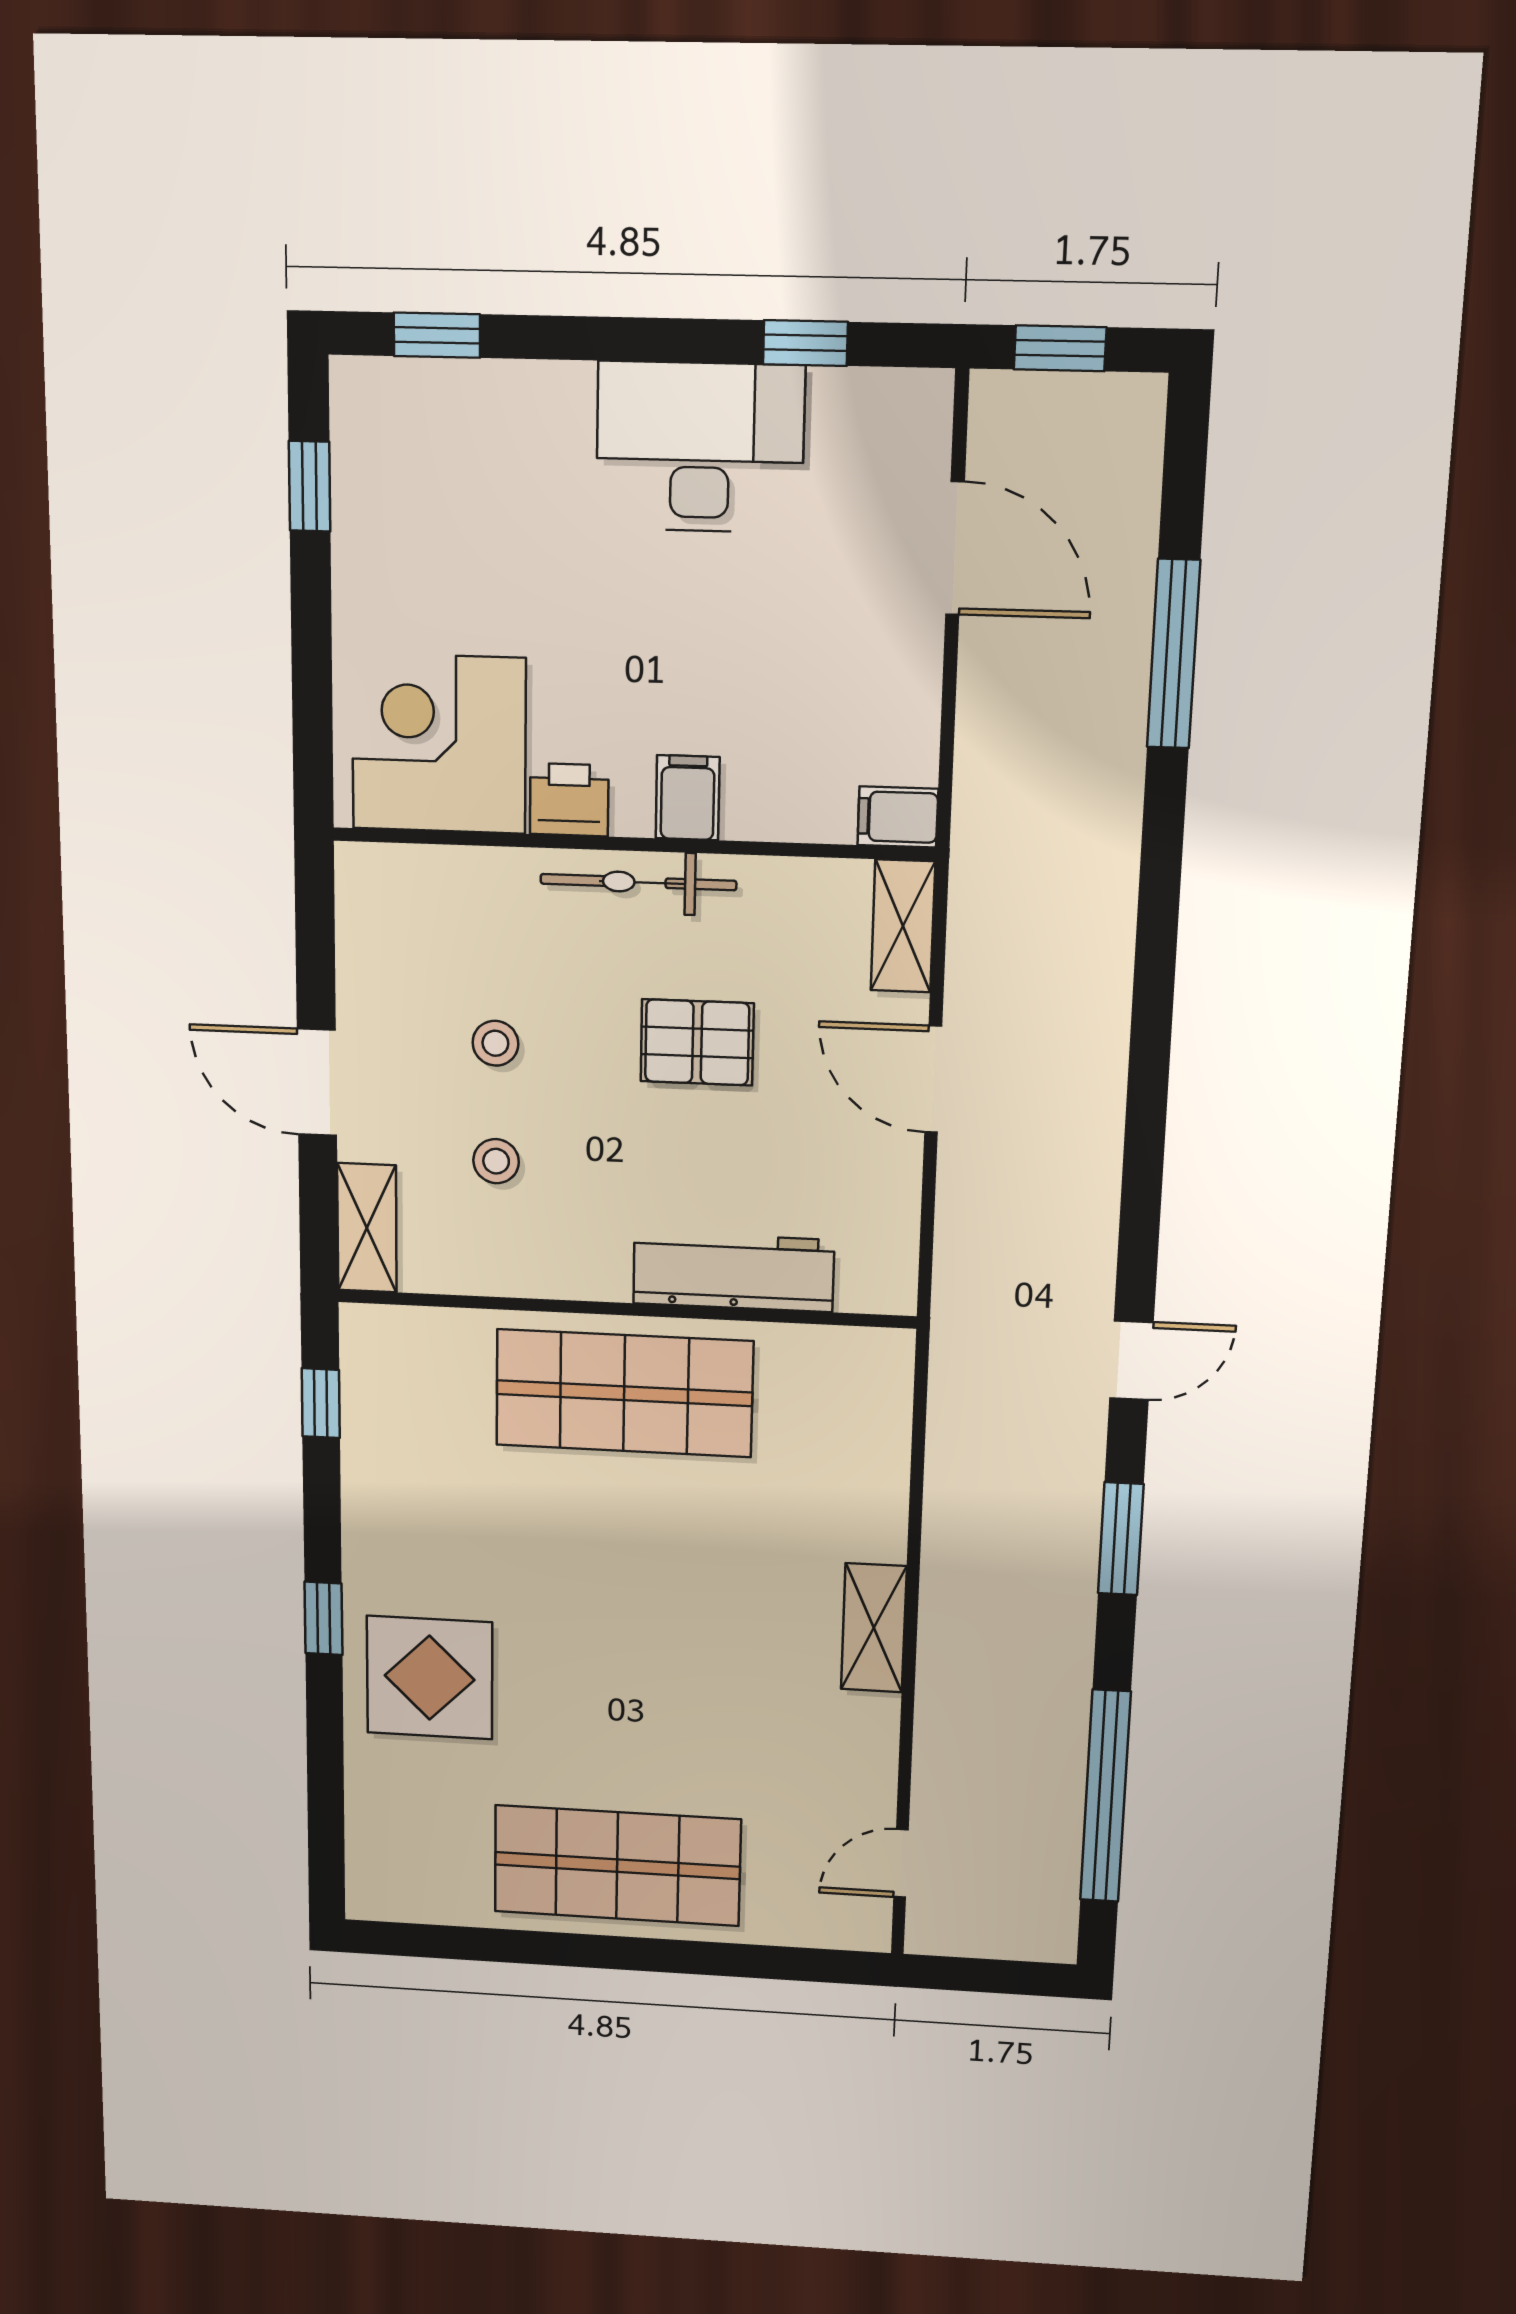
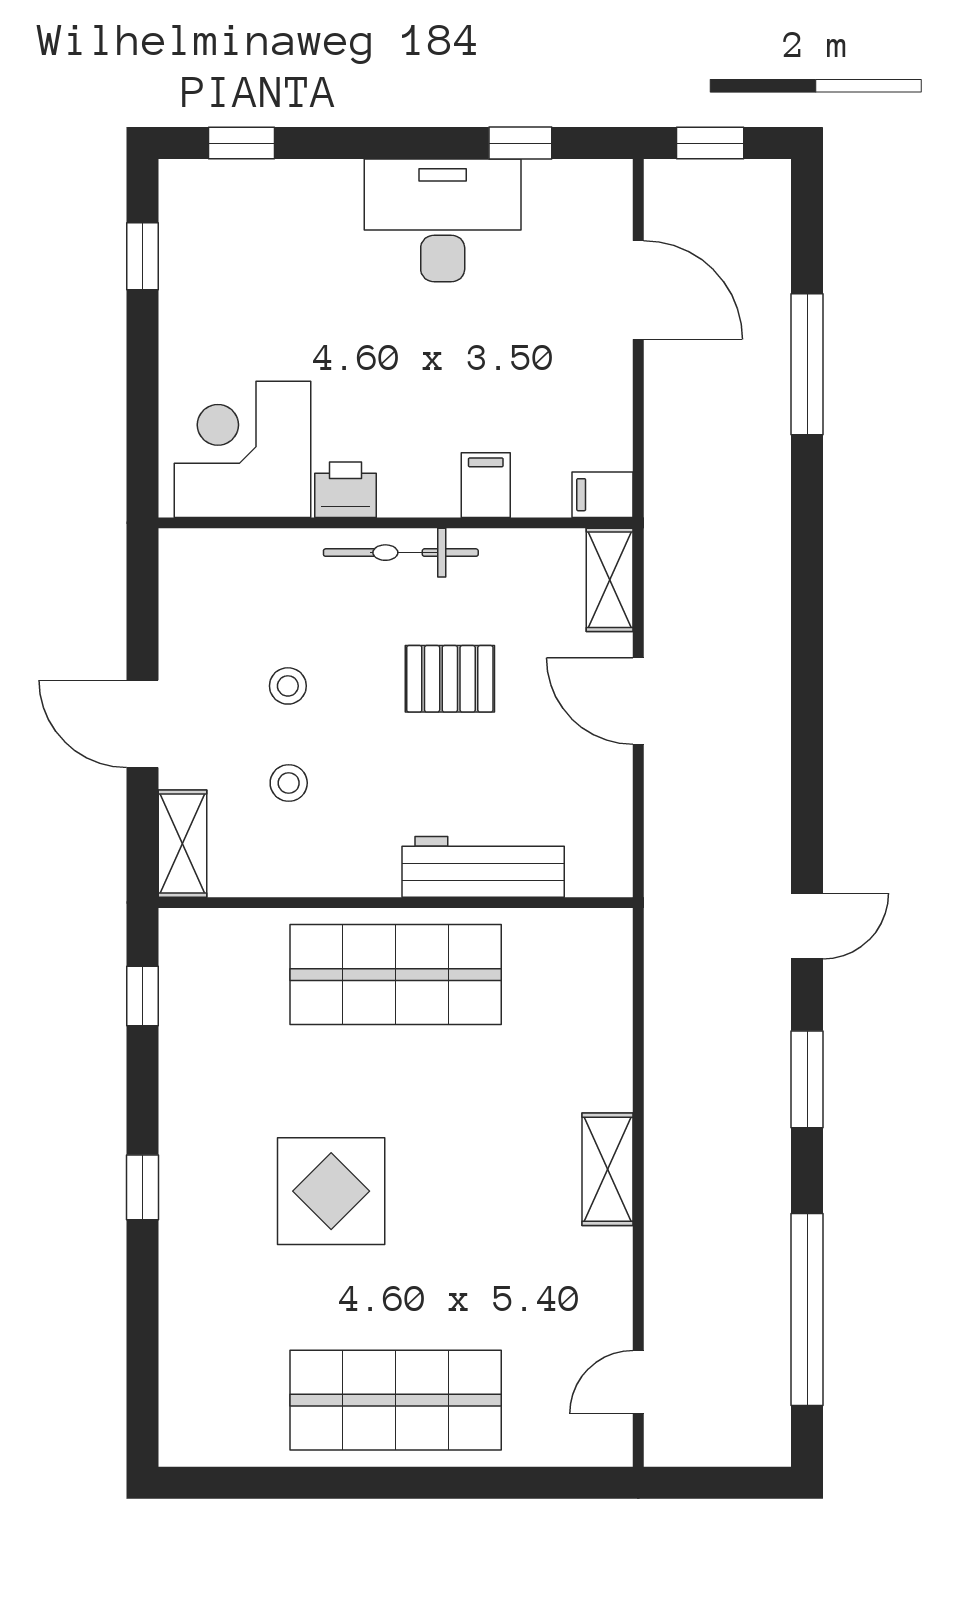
filing cabinet: (688, 798) -> (486, 485), moved
display table: (430, 1678) -> (331, 1191), moved

